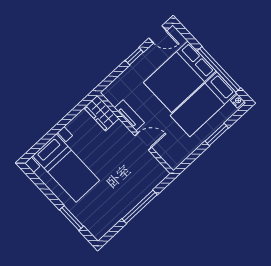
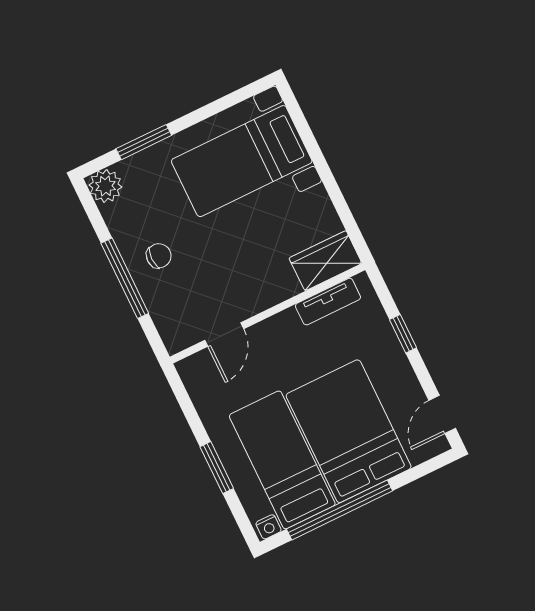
window: (134, 56) -> (403, 334), moved
tv unit: (129, 115) -> (328, 302), moved
door: (143, 142) -> (224, 334), moved
chair: (124, 194) -> (159, 256), added
plant: (98, 230) -> (105, 186), added

